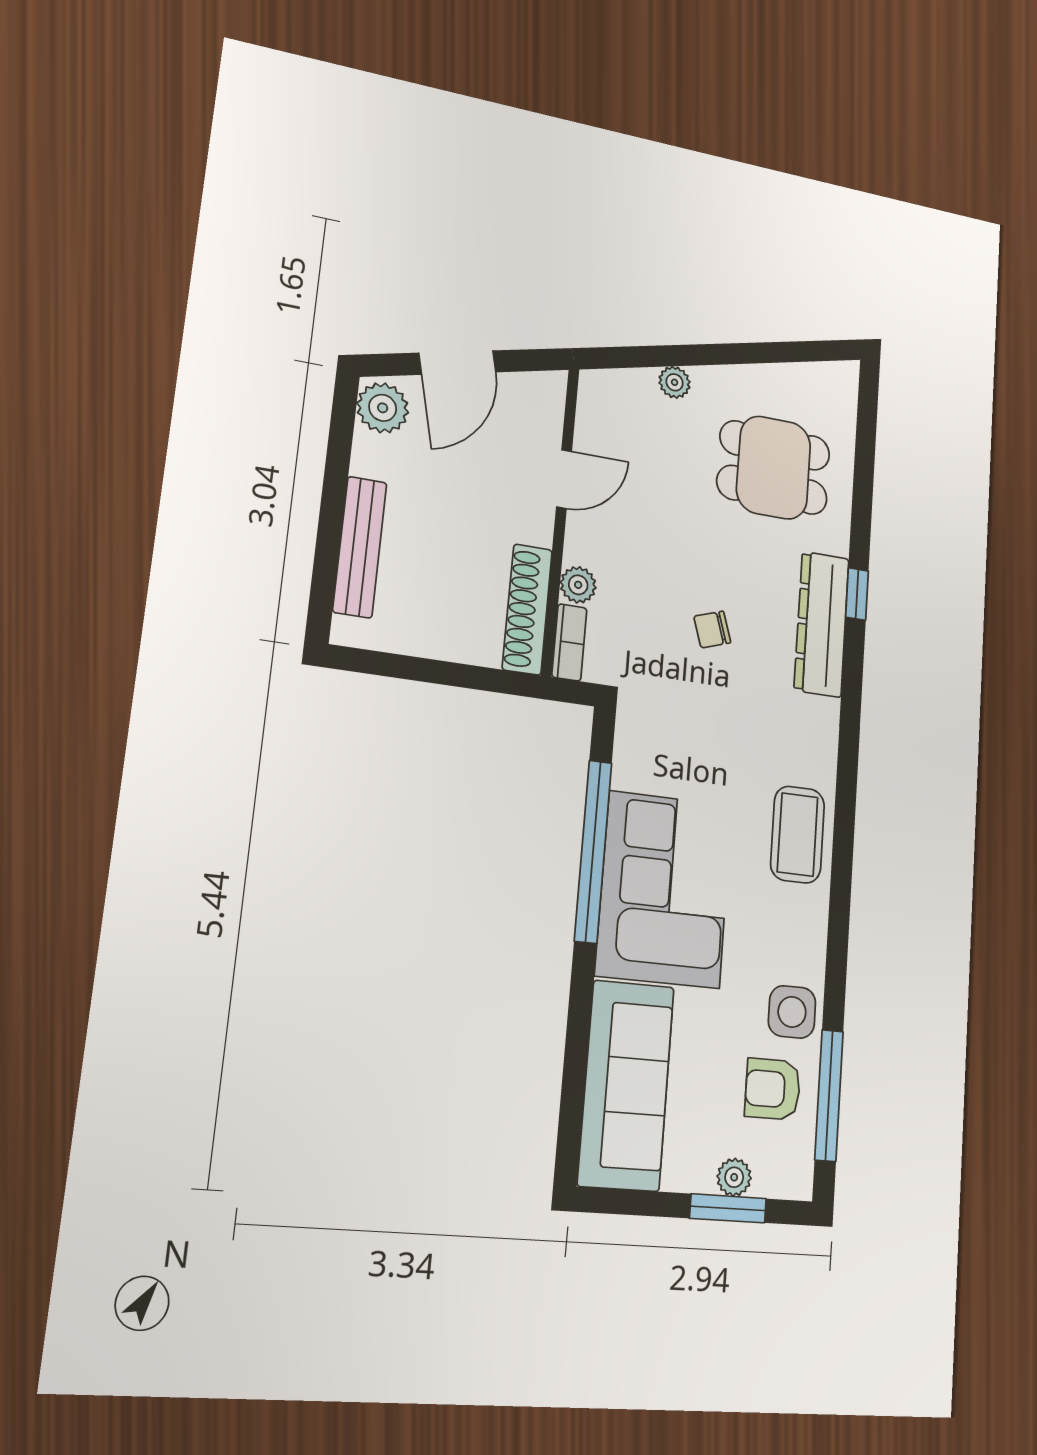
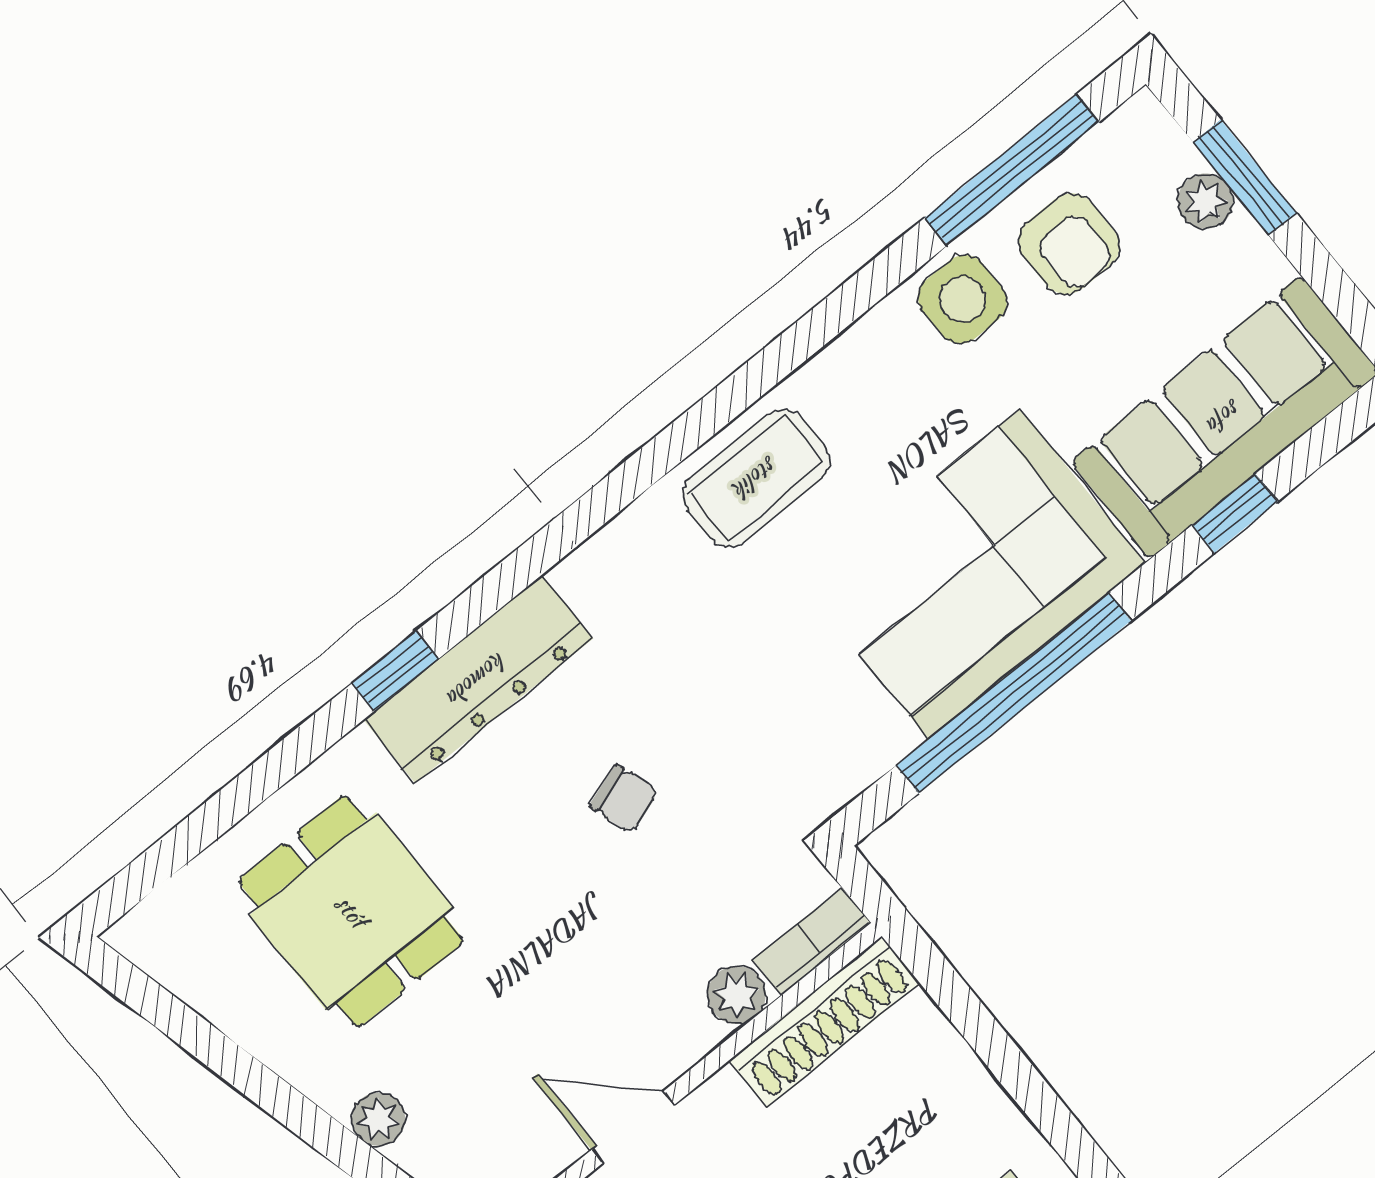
window: (577, 1044) -> (1235, 513), added

